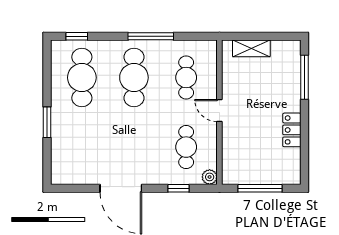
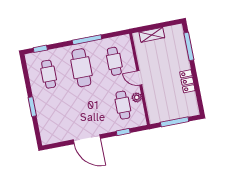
cafe table: (82, 78) -> (49, 74), width x0.73, depth x0.74
plant: (210, 177) -> (137, 97), moved

